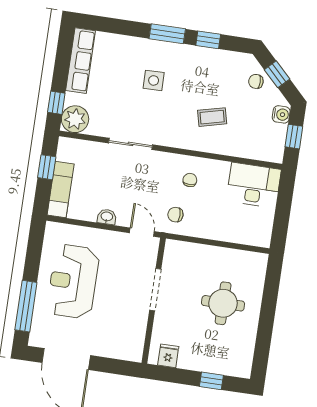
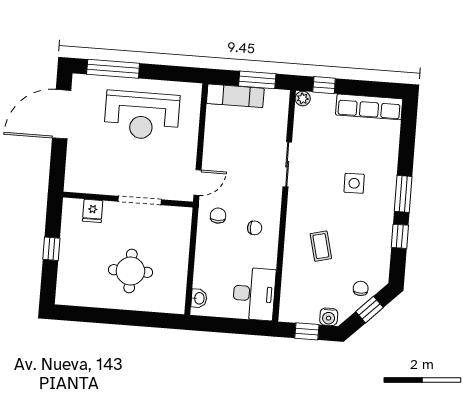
plant: (75, 119) -> (303, 99), width x0.53, depth x0.53
window: (47, 167) -> (257, 80), width x1.50
washbasin: (107, 217) -> (199, 298), moved
reception desk: (73, 281) -> (142, 115), turned 180
fridge: (168, 356) -> (93, 211), moved, turned 90
window: (211, 381) -> (51, 249), moved

